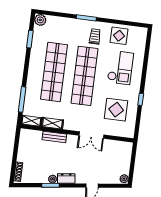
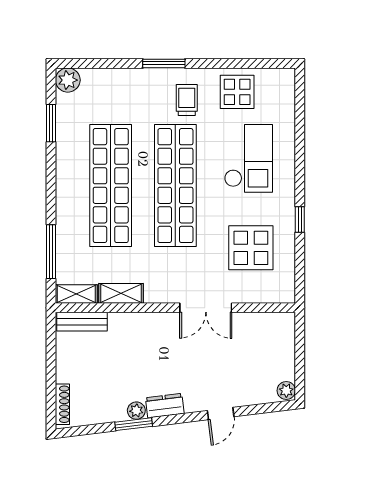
bench: (54, 137) -> (82, 322), moved

